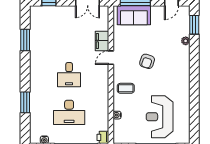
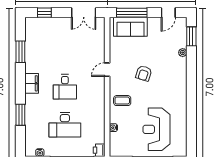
filing cabinet: (102, 41) -> (32, 83), moved, turned 180

